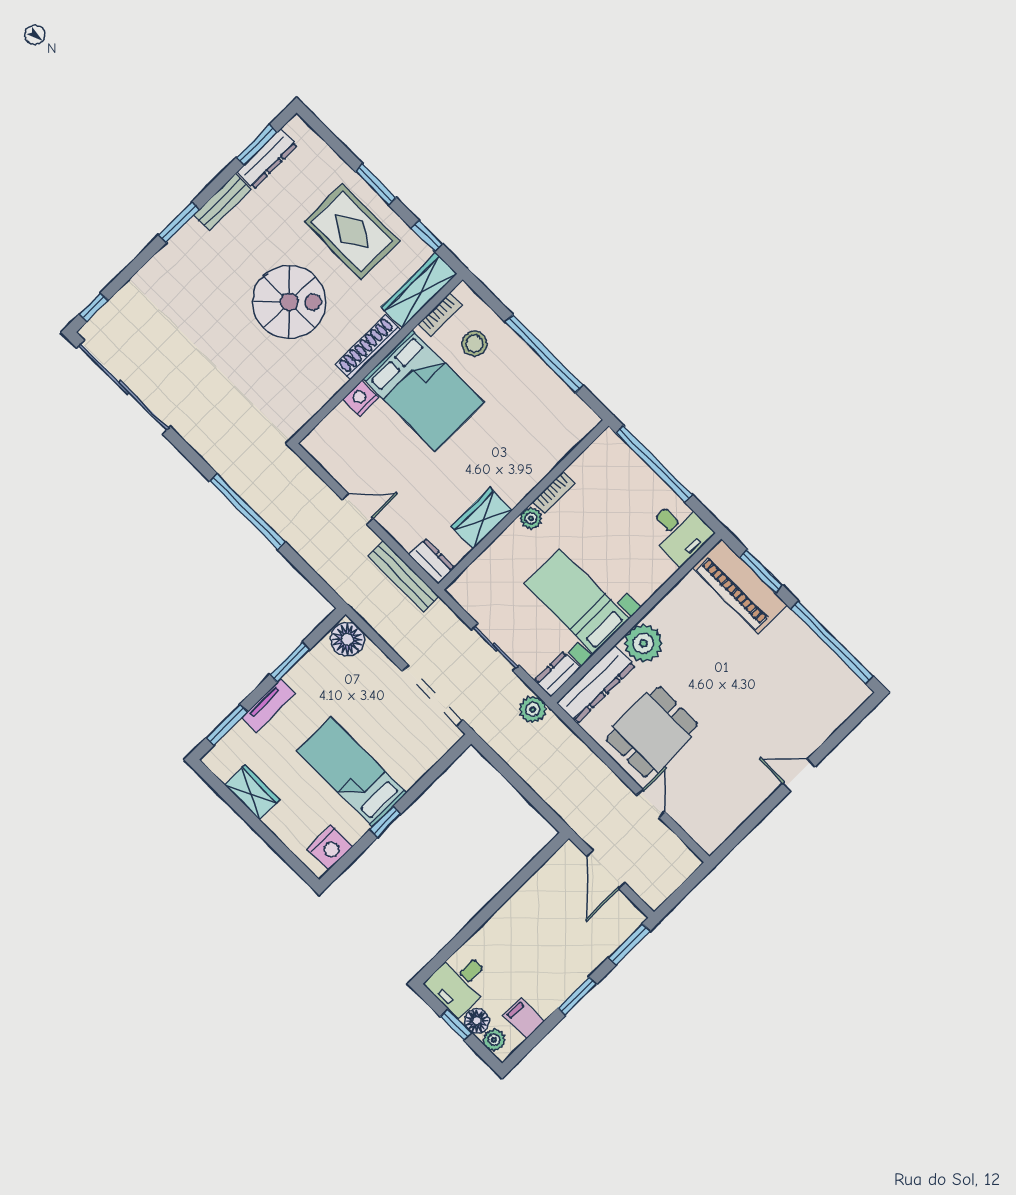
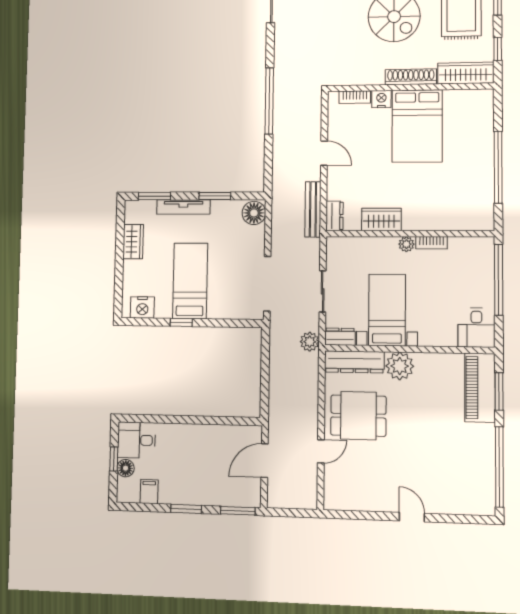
bookcase: (440, 315) -> (355, 97), moved
stool: (474, 344) -> (467, 127), removed
tv unit: (268, 706) -> (183, 207), width x1.41
plant: (494, 1040) -> (124, 486), removed

